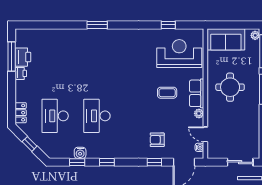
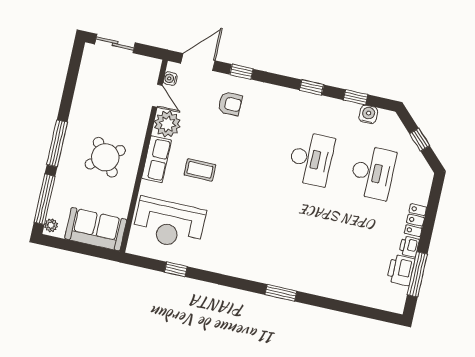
round table: (230, 87) -> (105, 157), turned -37
locker: (21, 113) -> (415, 220), moved
plant: (199, 113) -> (167, 124), width x1.87, depth x1.87
water cooler: (80, 153) -> (368, 114), moved

